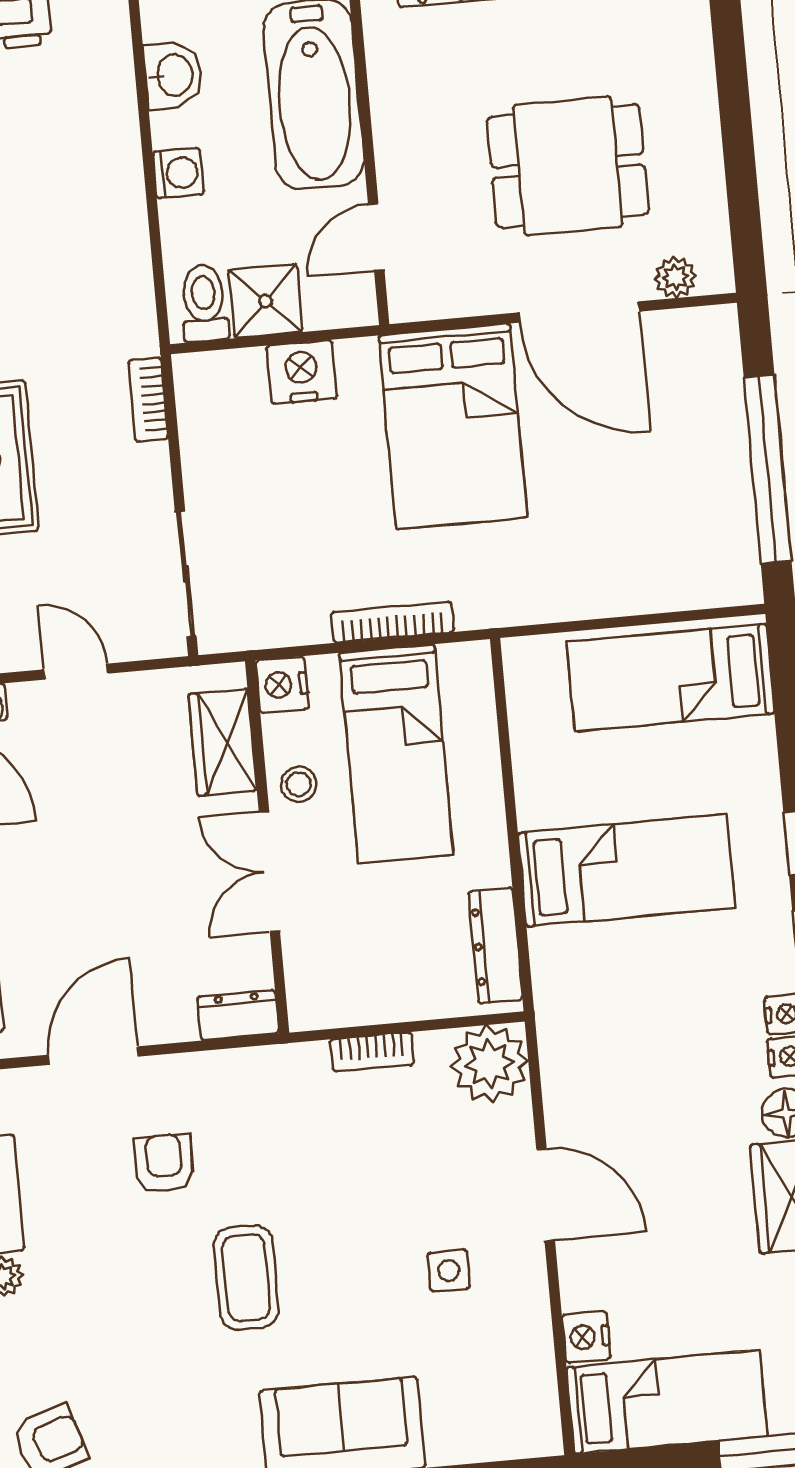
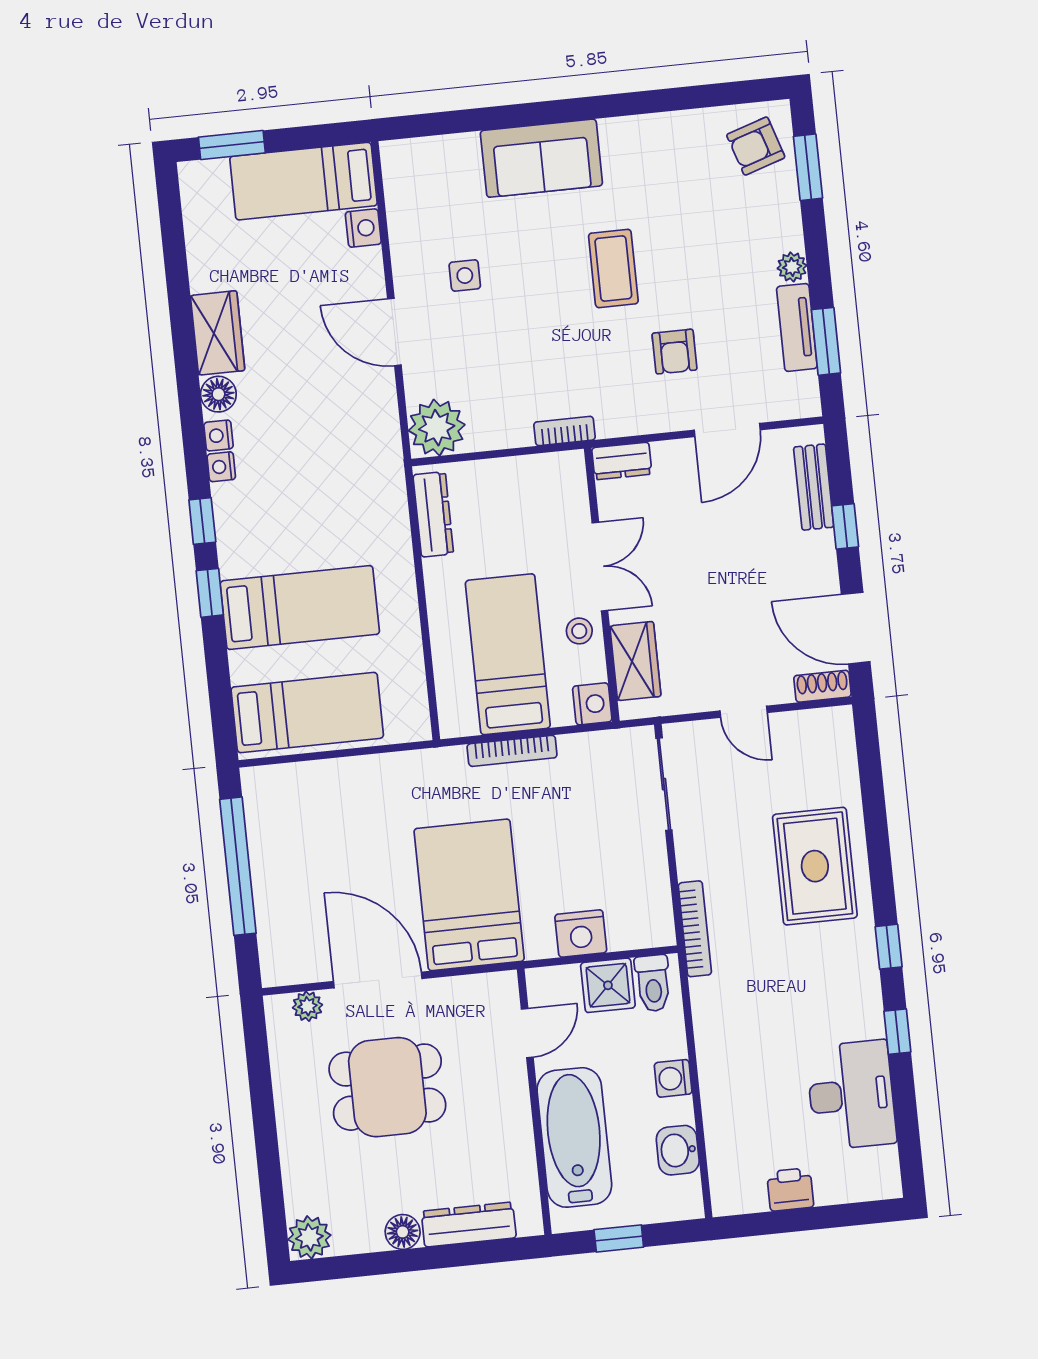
bookcase: (148, 400) -> (695, 929), width x1.56
bed: (626, 870) -> (300, 608), moved, turned 180
bookcase: (372, 1052) -> (564, 431), moved

